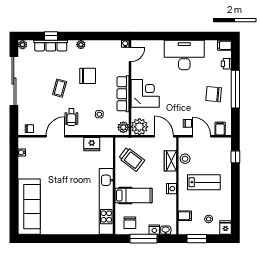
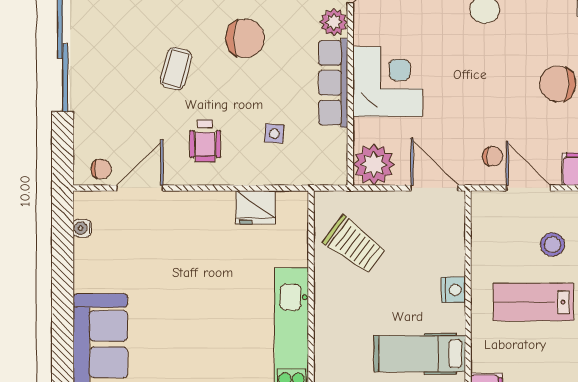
plant: (123, 127) -> (334, 22), moved
door: (55, 136) -> (140, 188), moved
stool: (185, 159) -> (553, 244), moved
wardrobe: (170, 161) -> (450, 249), removed
lab bench: (204, 182) -> (533, 302), turned 180
nightstand: (172, 189) -> (453, 290), moved
hospital bed: (134, 195) -> (420, 354), moved, turned 180

